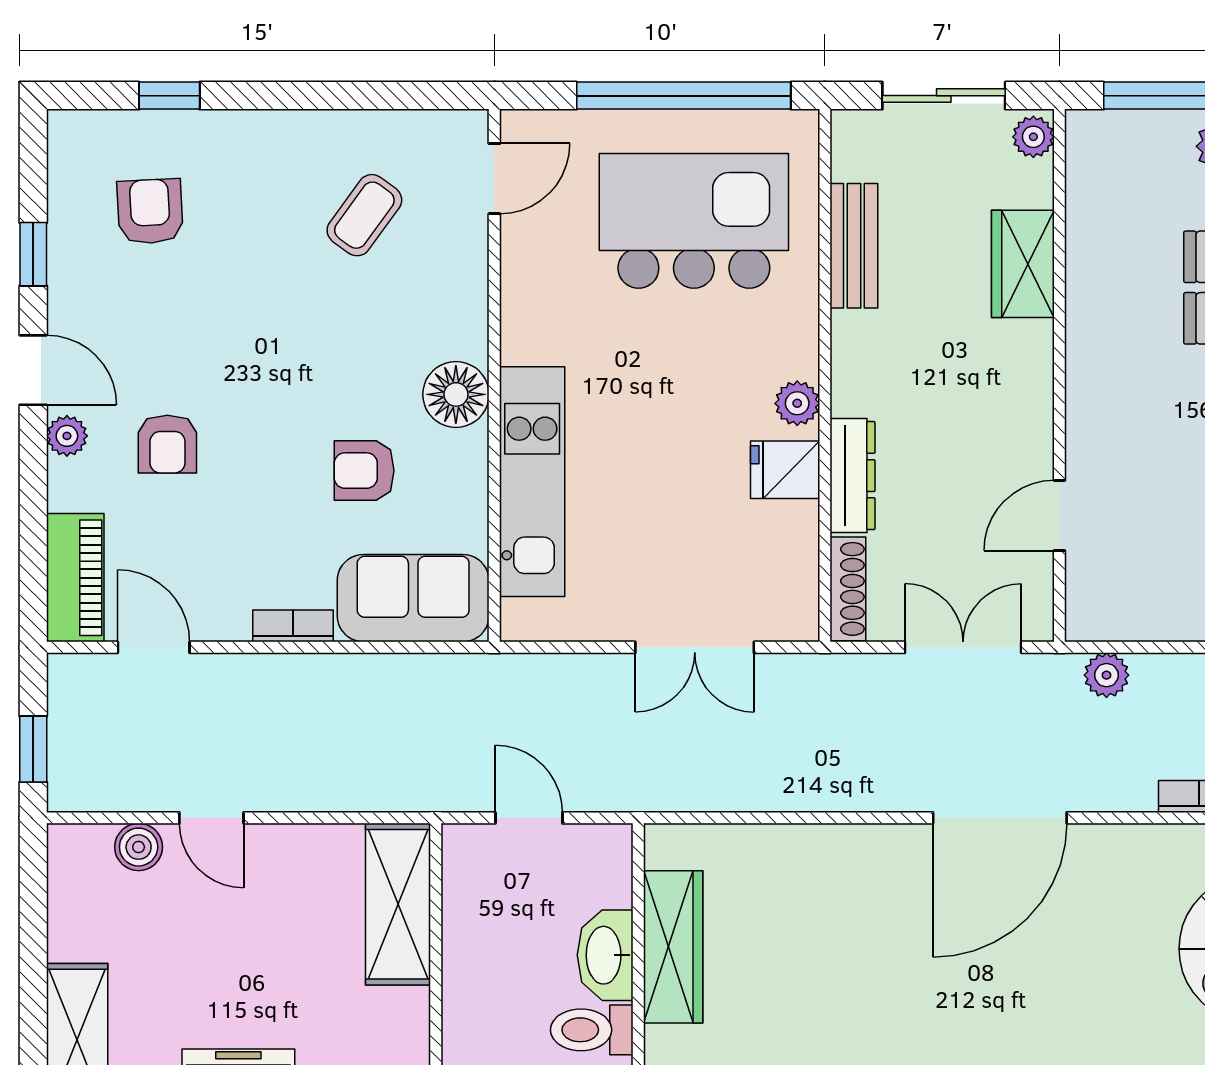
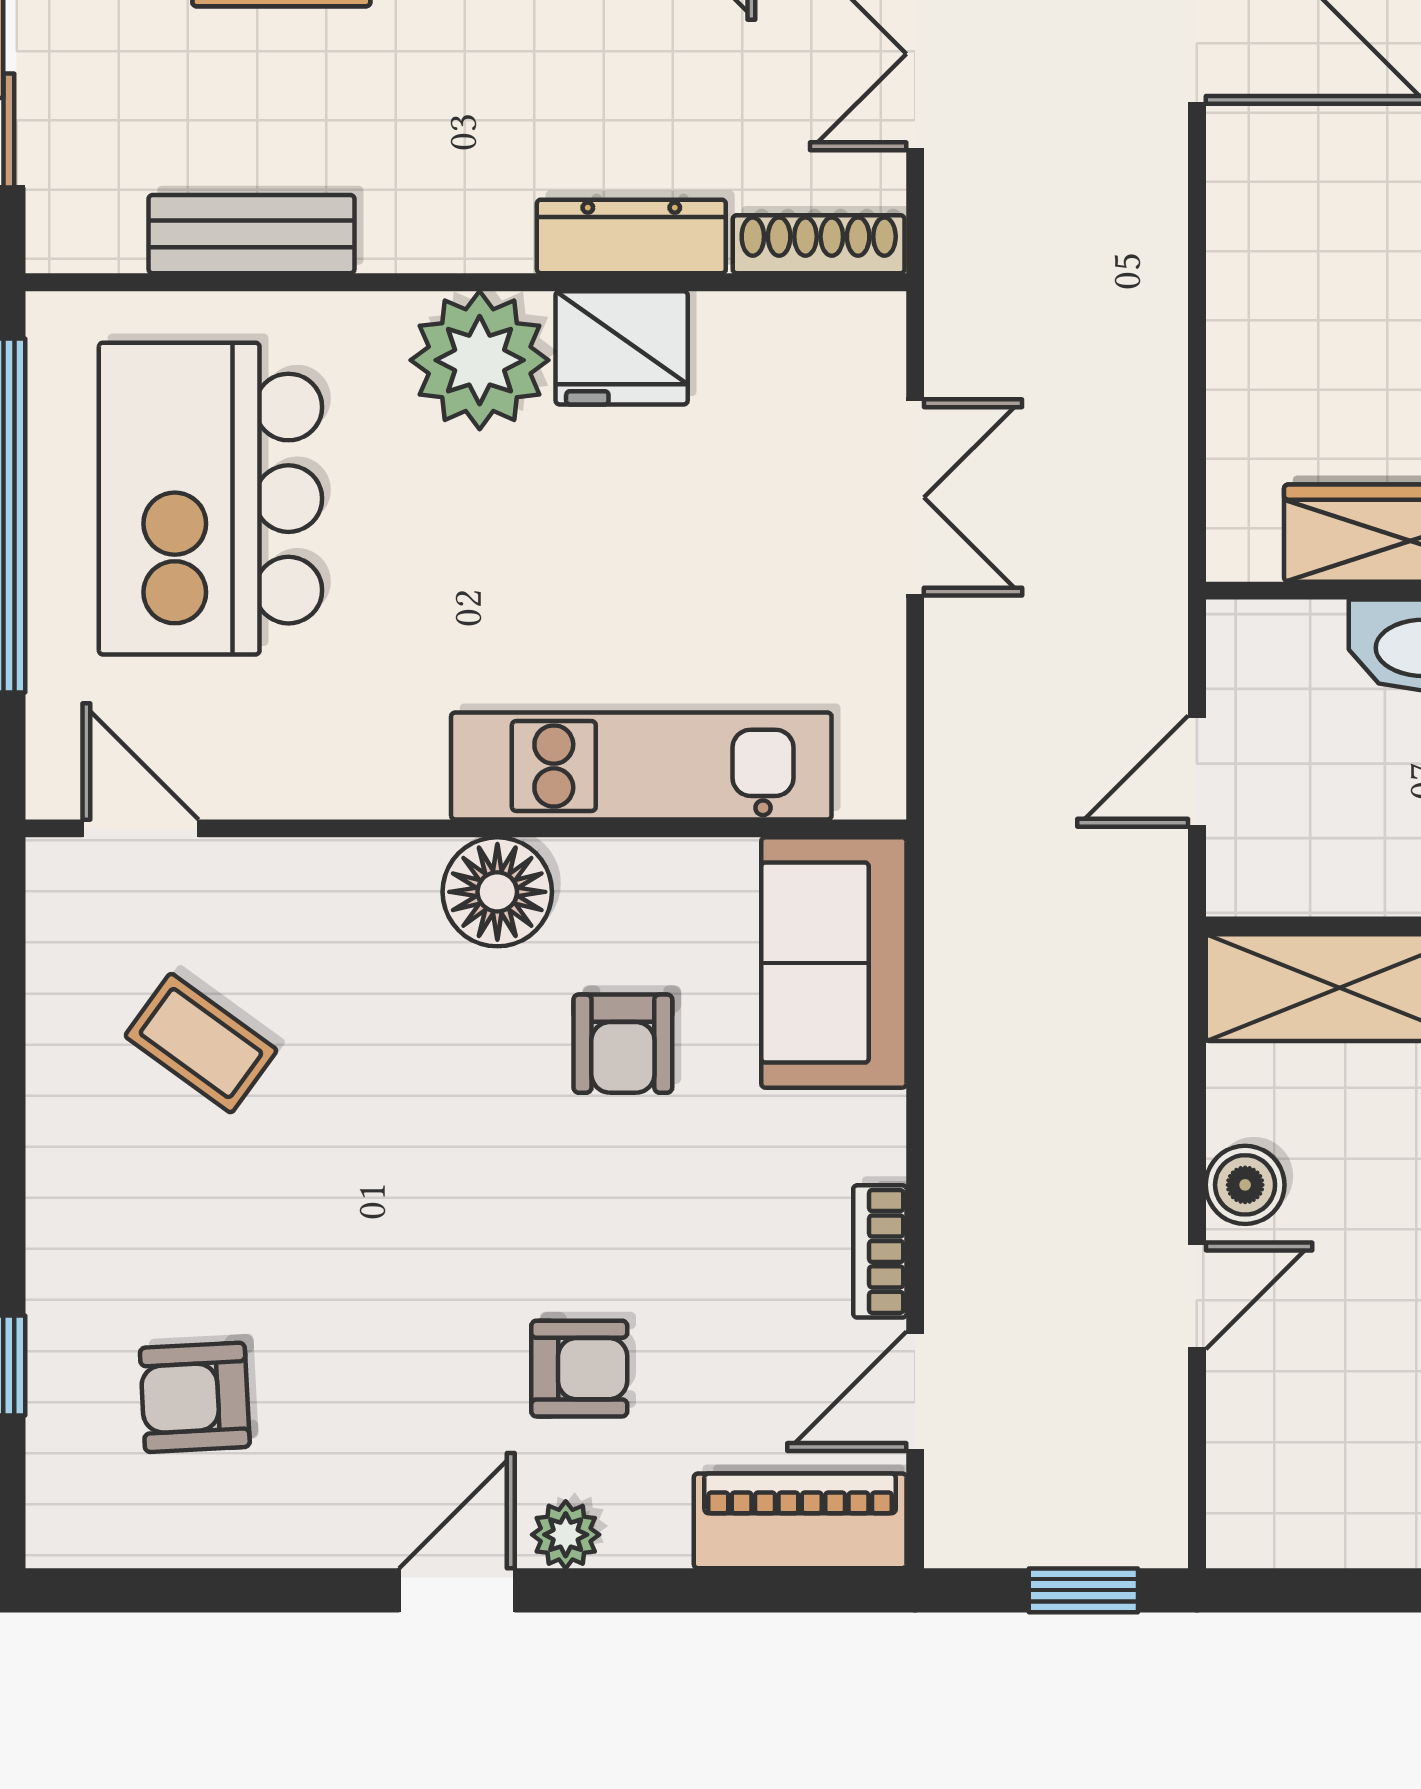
window: (33, 254) -> (265, 1590), removed
plant: (797, 403) -> (480, 360), width x1.88, depth x1.88
fridge: (785, 470) -> (622, 348), width x1.38
bookcase: (293, 626) -> (880, 1251), moved
boiler: (139, 847) -> (1245, 1185), moved

